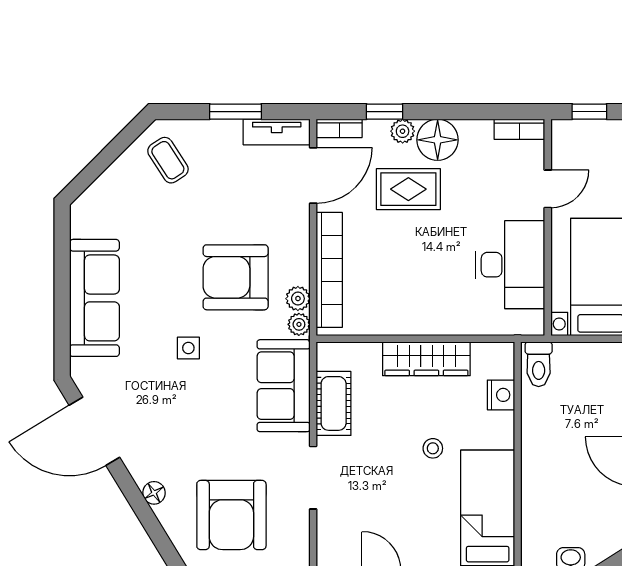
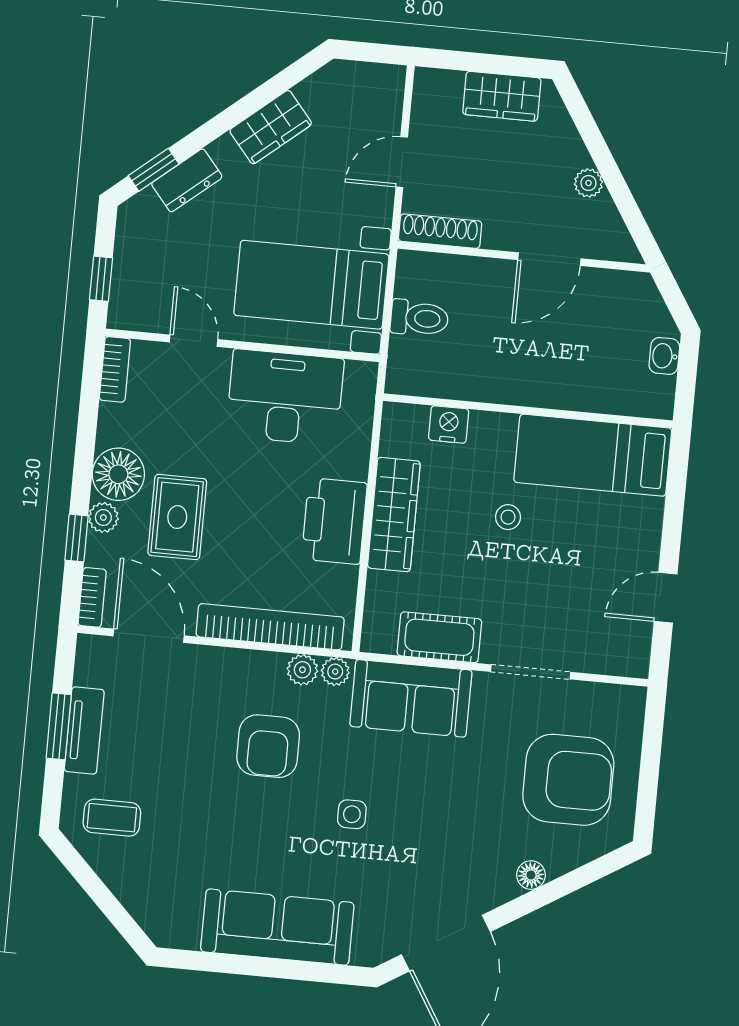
tv unit: (277, 132) -> (84, 730), moved
coffee table: (168, 160) -> (112, 818), turned 33
armchair: (236, 277) -> (268, 746), width x0.73, depth x0.73
printer: (417, 313) -> (334, 521), added
toilet: (539, 364) -> (419, 318), moved

